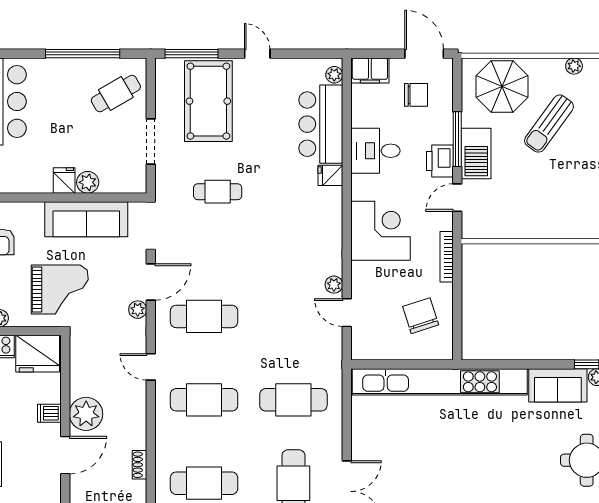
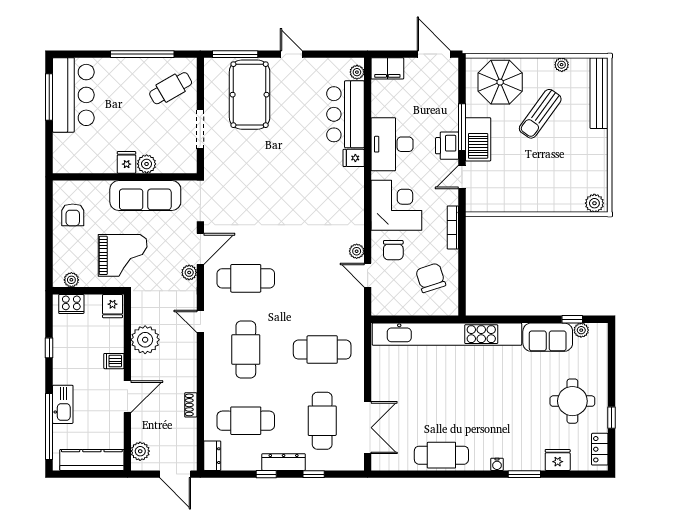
chair: (416, 95) -> (393, 250), moved, turned 90
desk: (375, 151) -> (392, 144), width x1.37
cafe table: (218, 192) -> (257, 172), removed
fridge: (38, 354) -> (113, 306), width x0.53, depth x0.75
cafe table: (204, 400) -> (246, 350), turned 90
plant: (86, 414) -> (145, 340), moved

